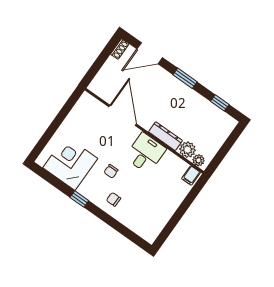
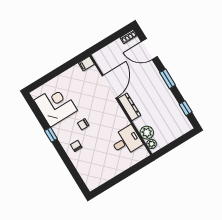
dresser: (166, 136) -> (129, 107), moved
desk: (145, 153) -> (126, 141), moved
filing cabinet: (191, 175) -> (86, 64), moved

